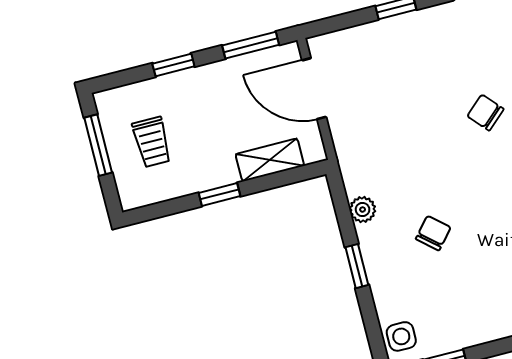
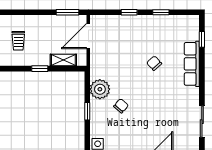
window: (173, 65) -> (35, 12), removed
door: (314, 89) -> (88, 36), hinge flipped
plant: (363, 210) -> (100, 89), width x1.88, depth x1.88

